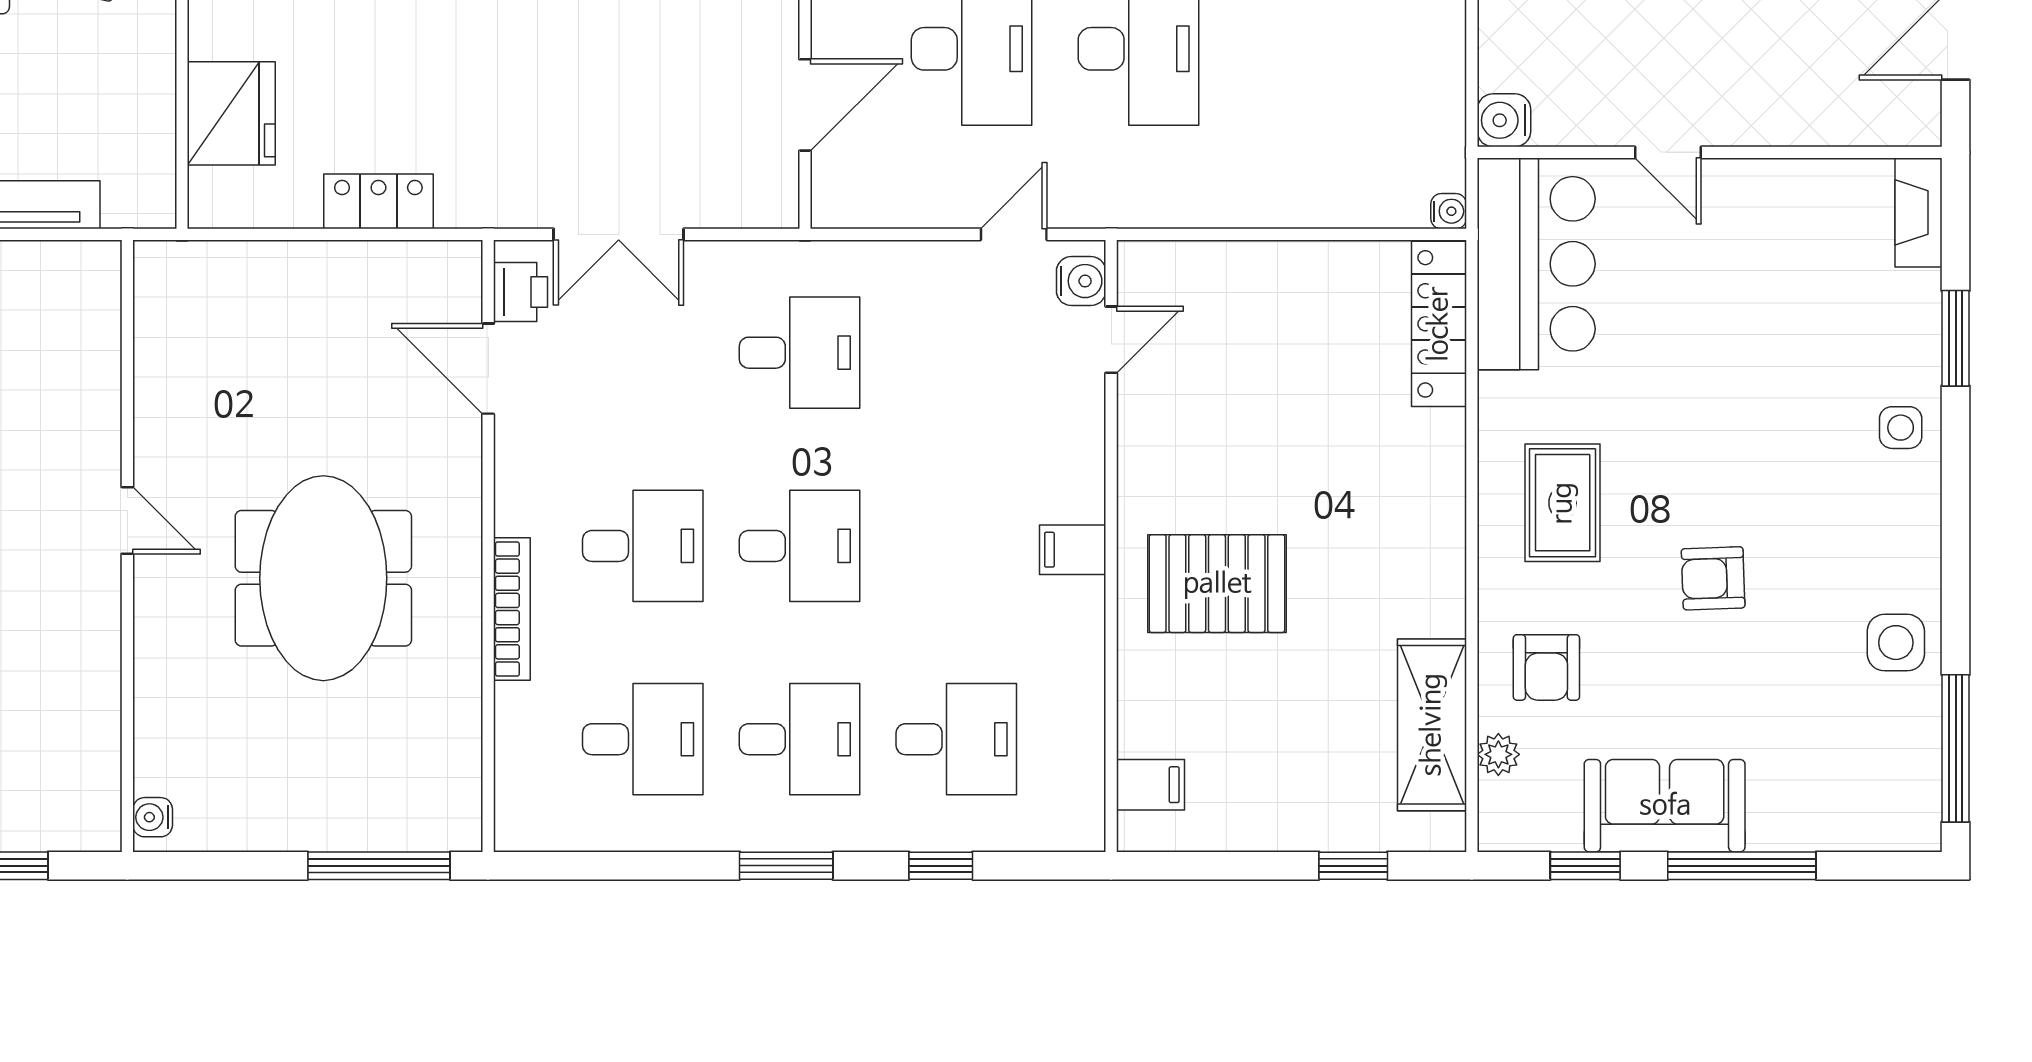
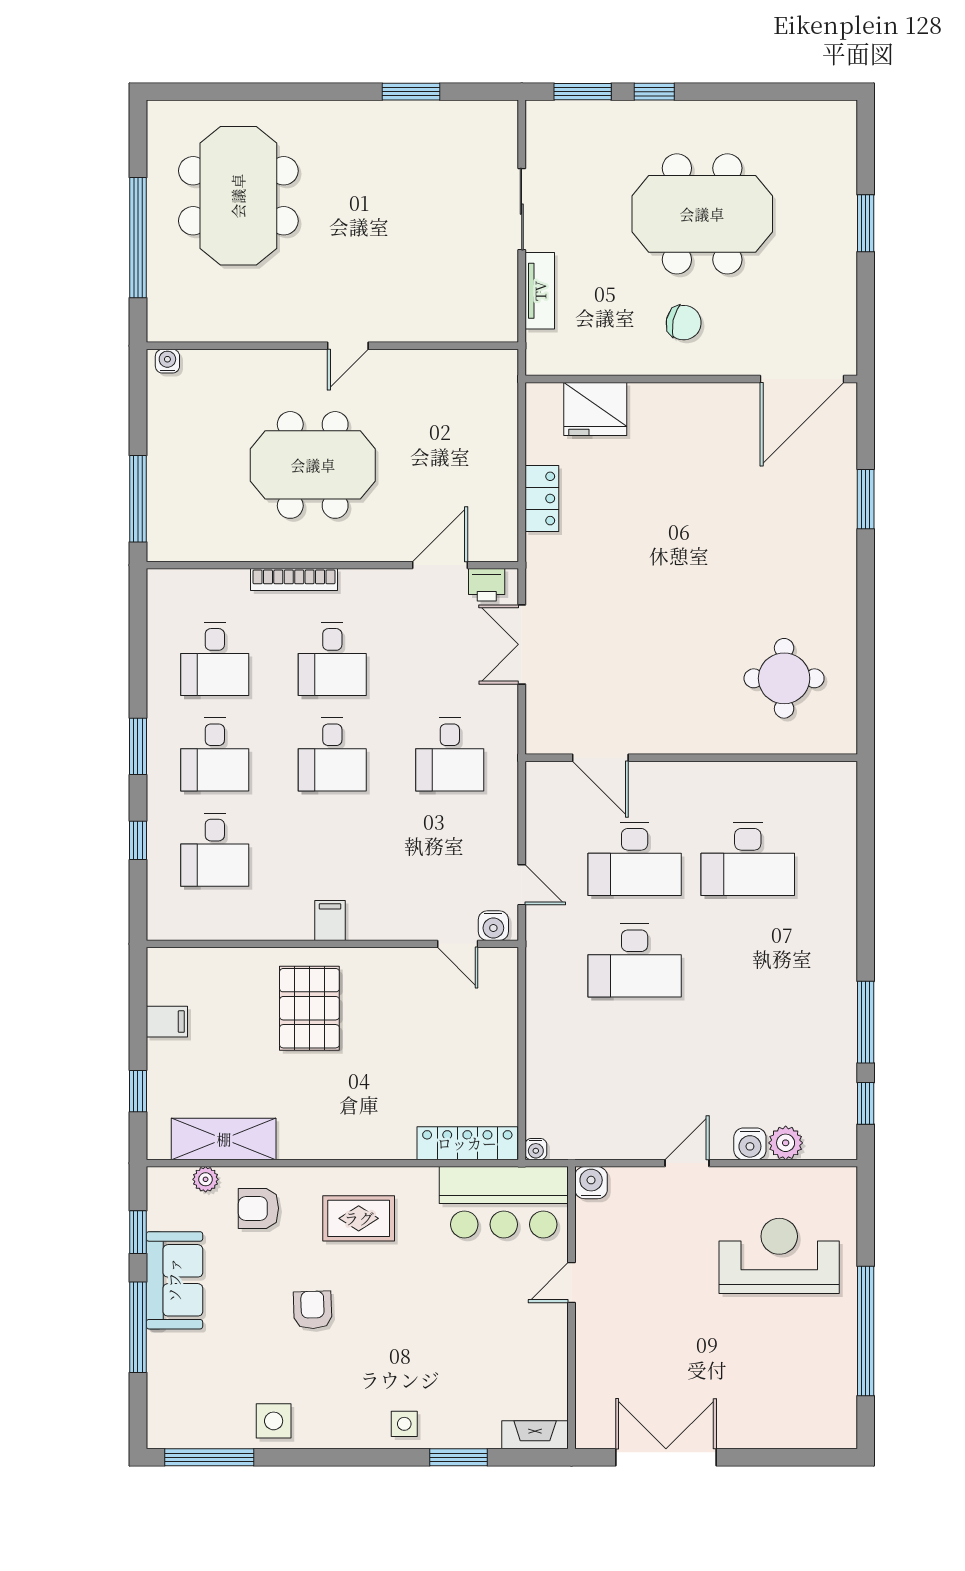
filing cabinet: (1150, 785) -> (167, 1022), moved, turned -90

